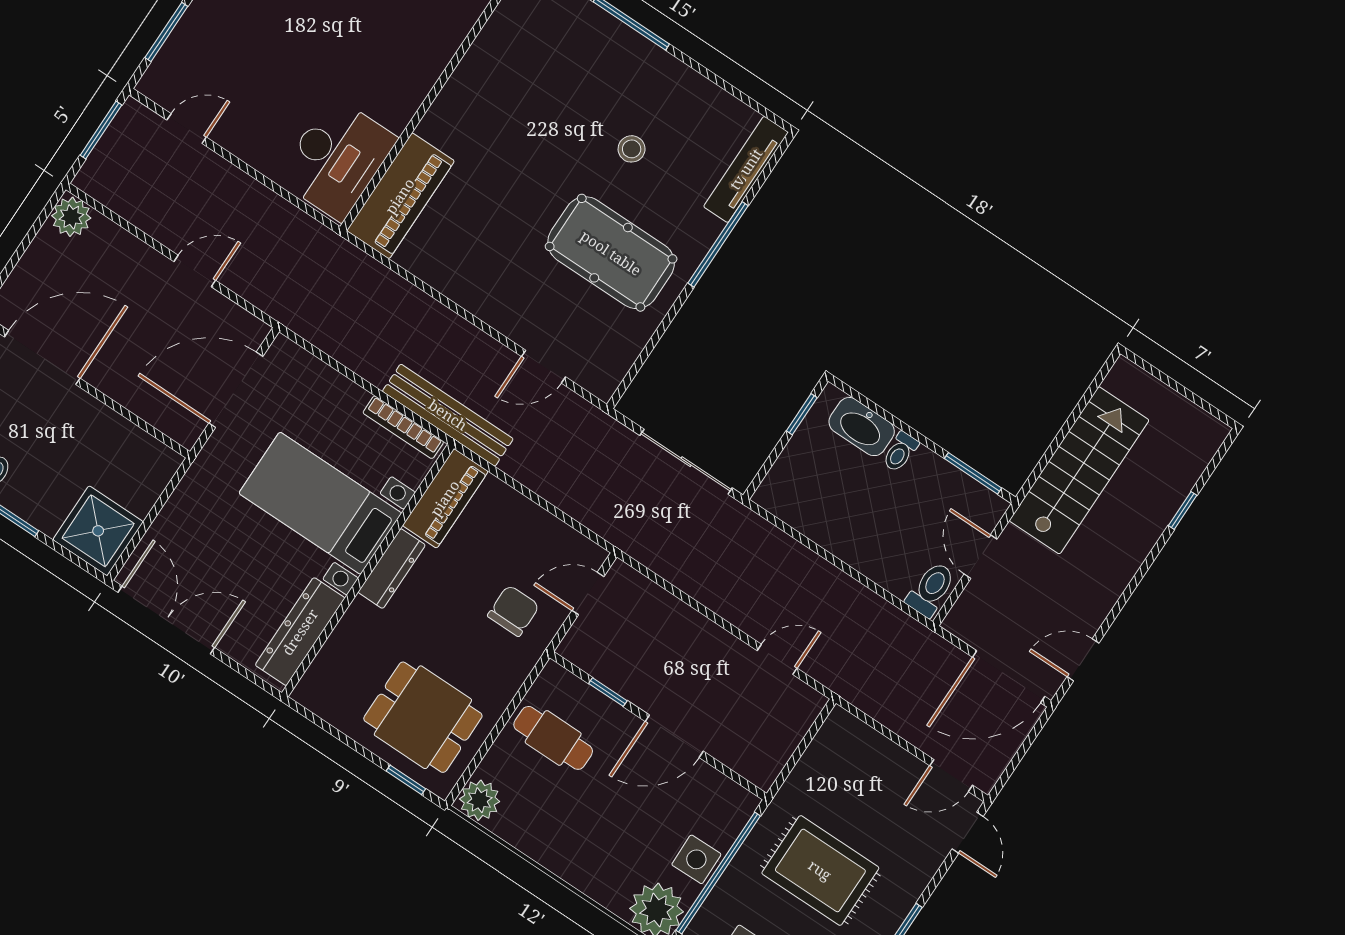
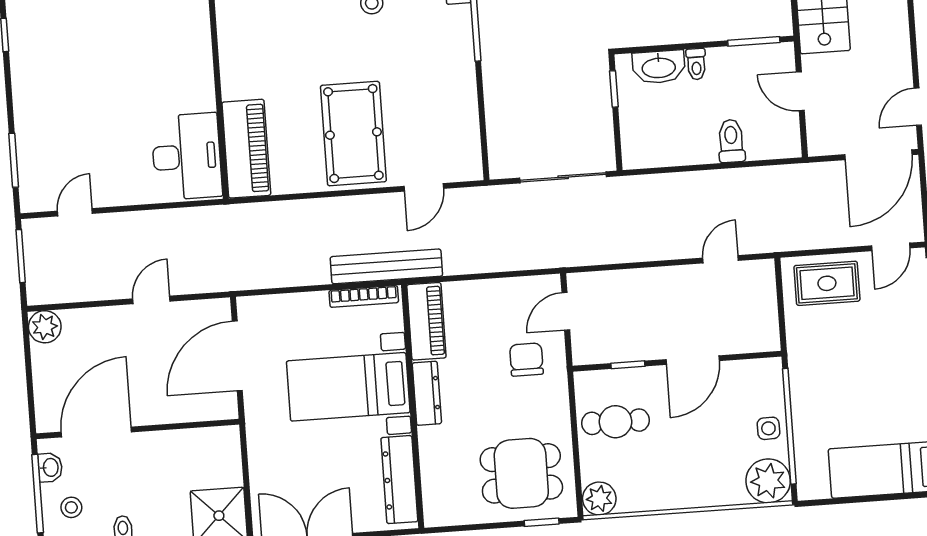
pool table: (611, 253) -> (353, 134), moved, turned 90
toilet: (931, 589) -> (731, 141), moved
side table: (696, 859) -> (768, 428), width x0.73, depth x0.73
rug: (820, 870) -> (827, 283), moved, width x0.73, depth x0.70

